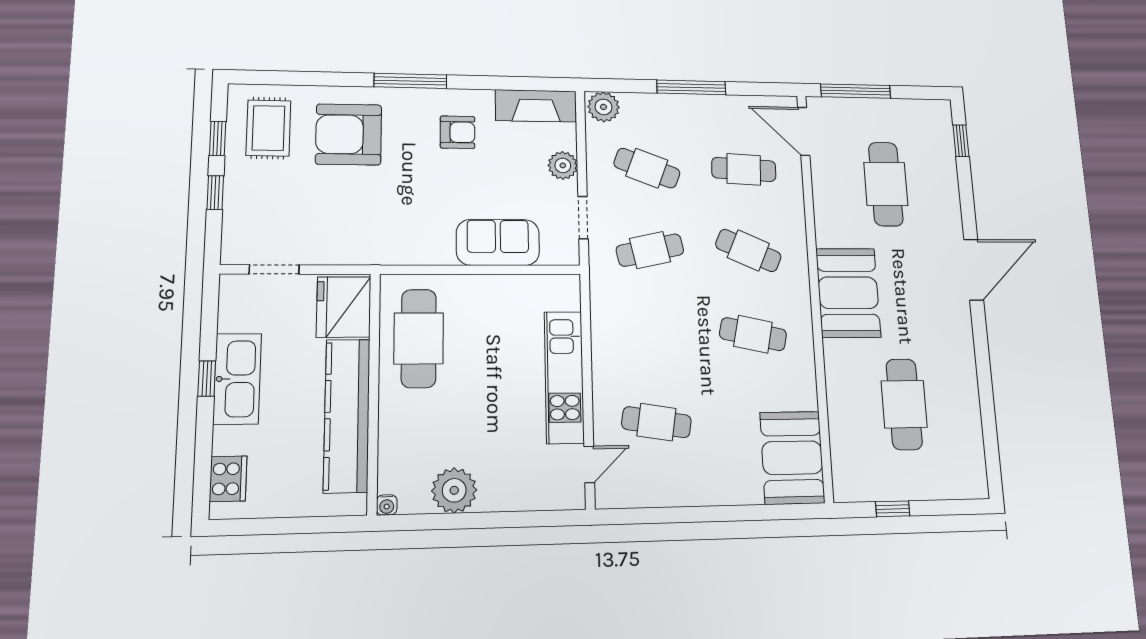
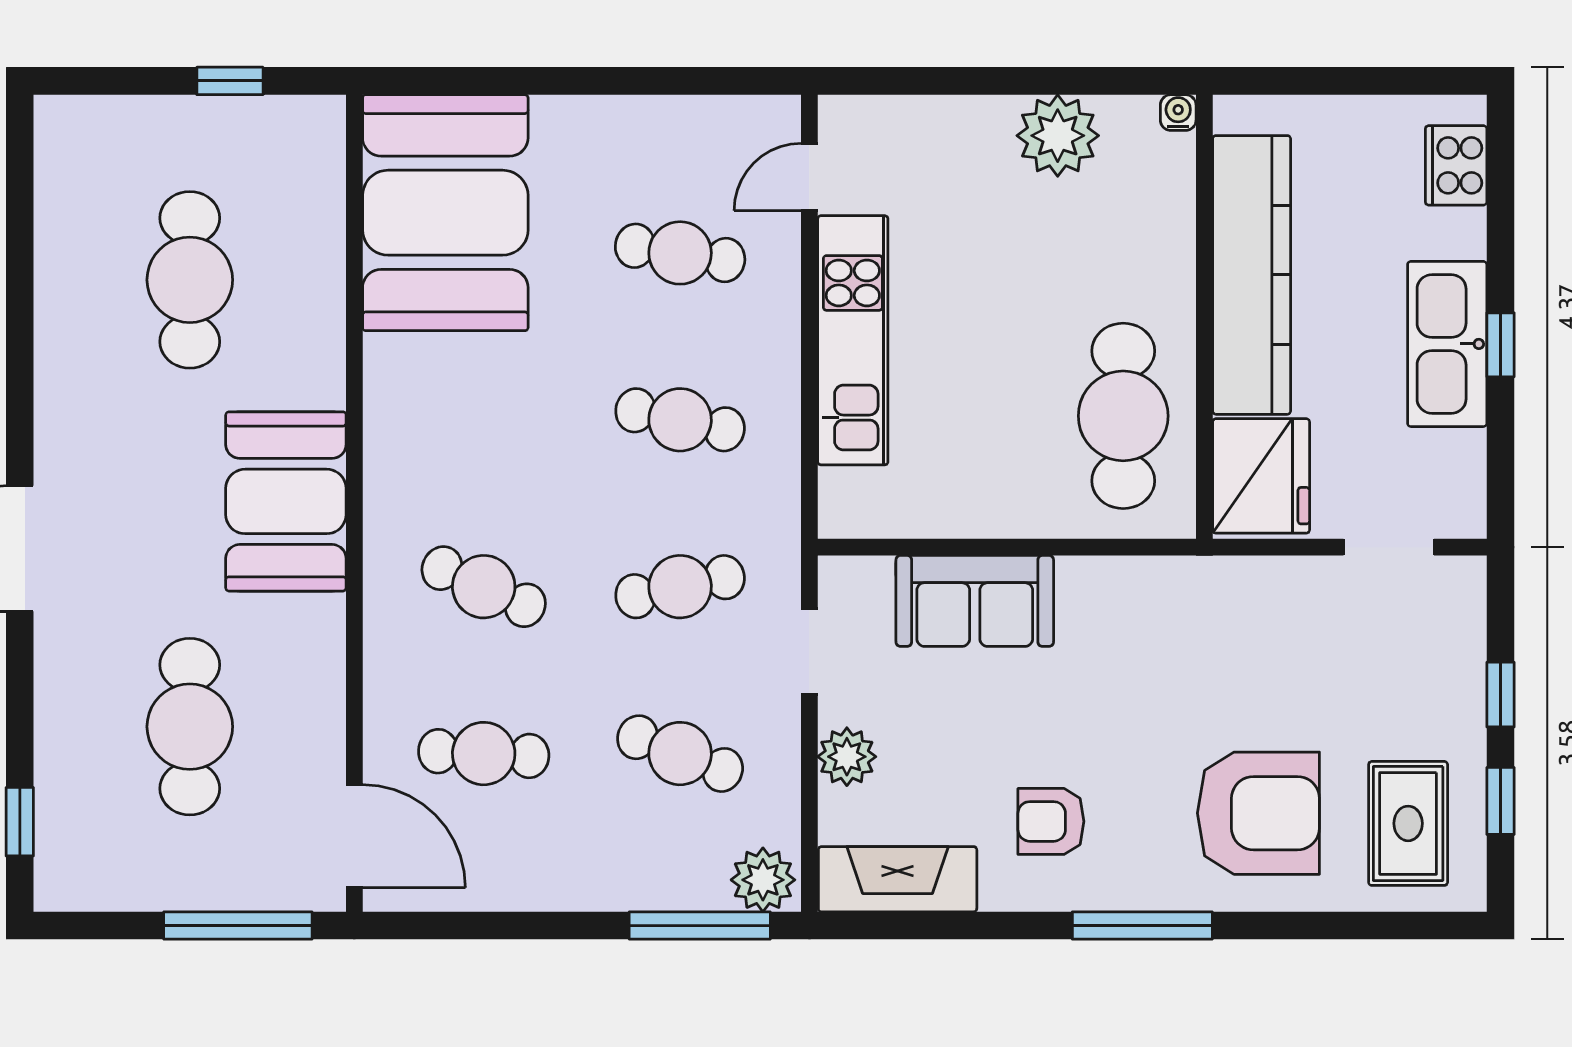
window: (691, 87) -> (700, 926), moved
cafe table: (753, 334) -> (680, 420), moved
booth: (792, 458) -> (445, 213), width x1.36, depth x1.42

